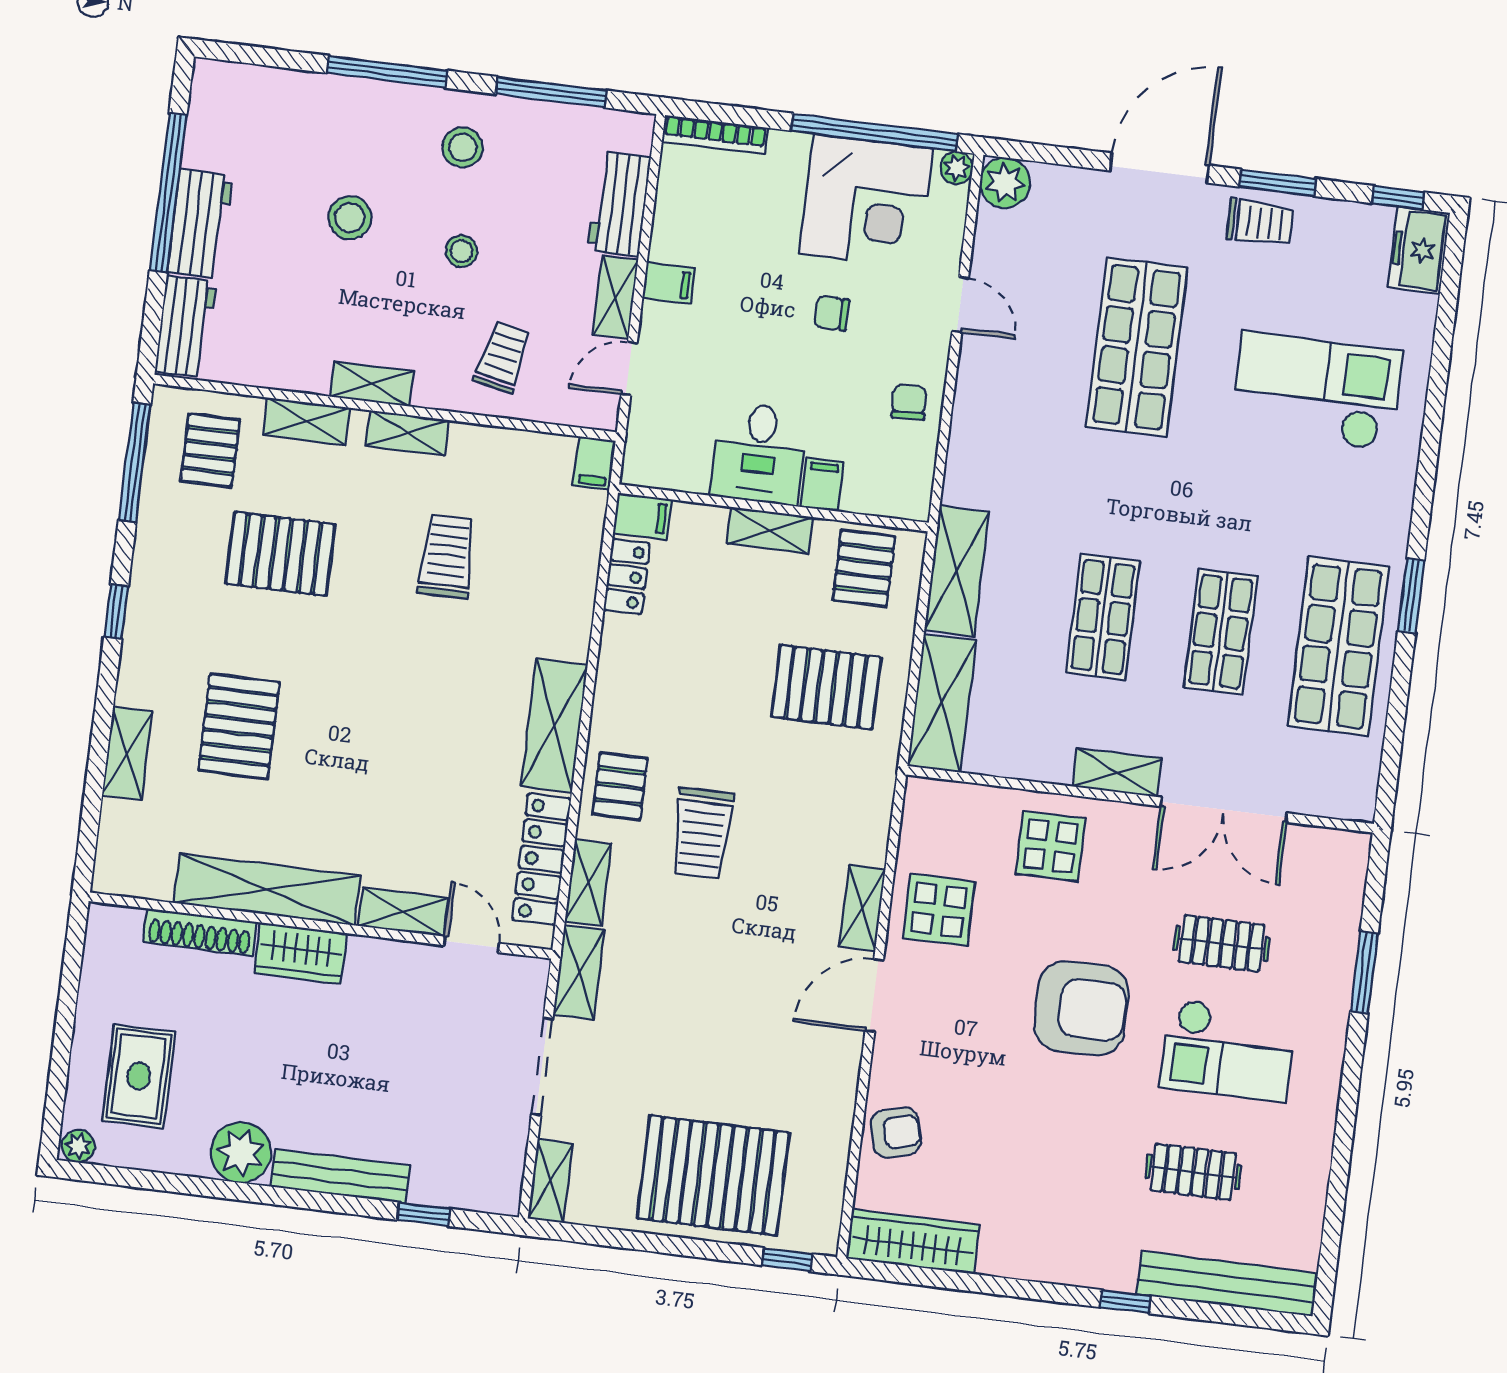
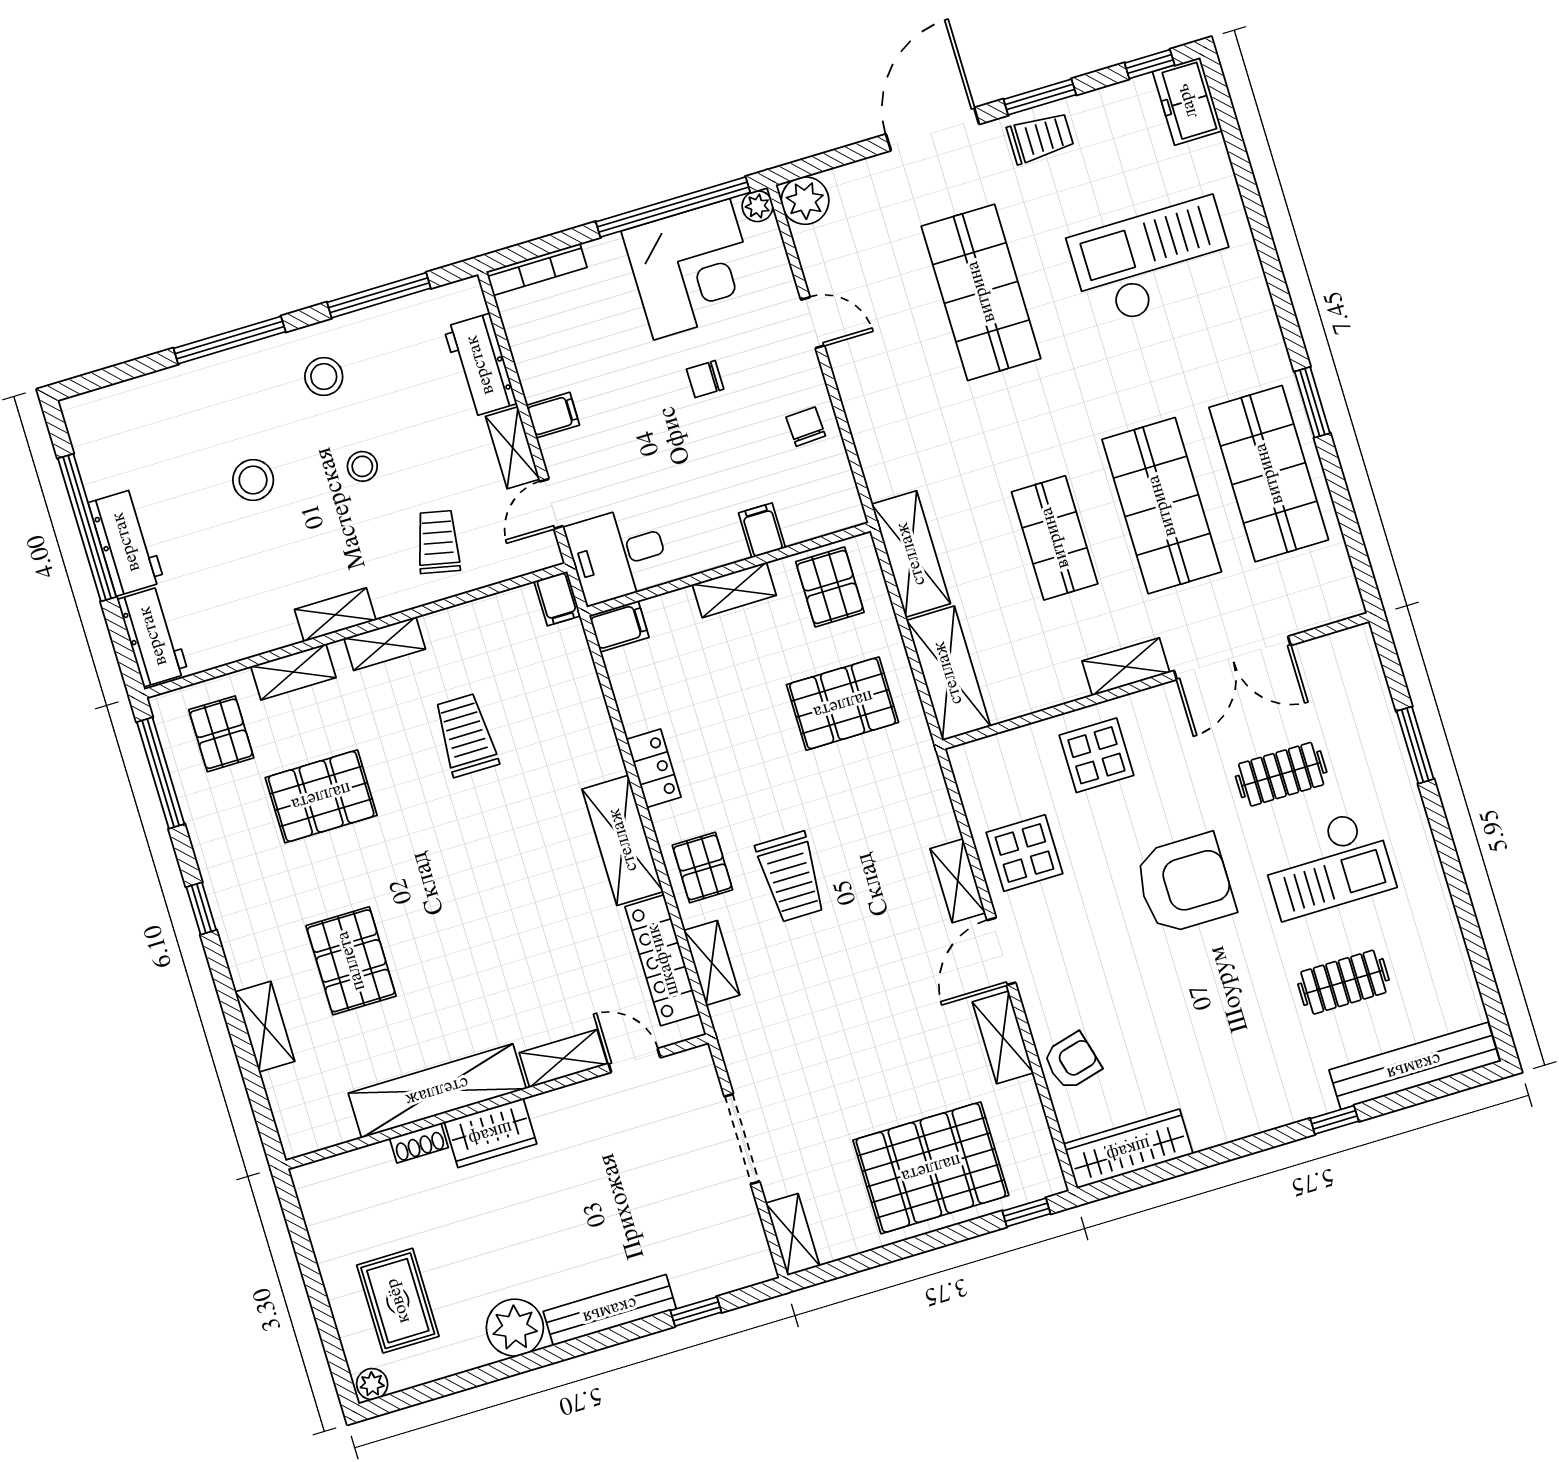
desk: (759, 453) -> (618, 554), moved, turned 90
locker: (627, 577) -> (654, 768), moved
shop shelf: (1221, 632) -> (1162, 506), width x1.43, depth x1.36
shoe rack: (200, 932) -> (419, 1143), width x0.51, depth x0.81
shelving: (579, 973) -> (1003, 1037), moved

